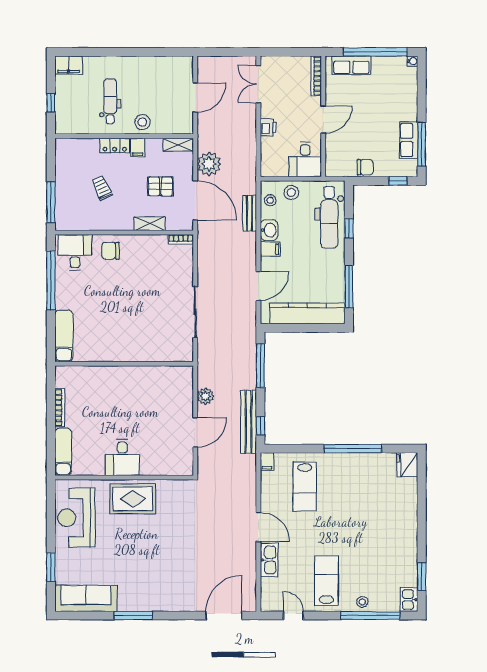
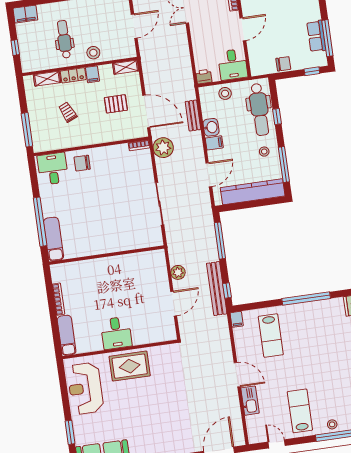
printer: (268, 127) -> (204, 77), moved, turned -90
plant: (209, 164) -> (163, 148), moved
stool: (270, 200) -> (264, 152), moved
shelving: (150, 224) -> (47, 79), moved
window: (51, 280) -> (40, 222), moved

